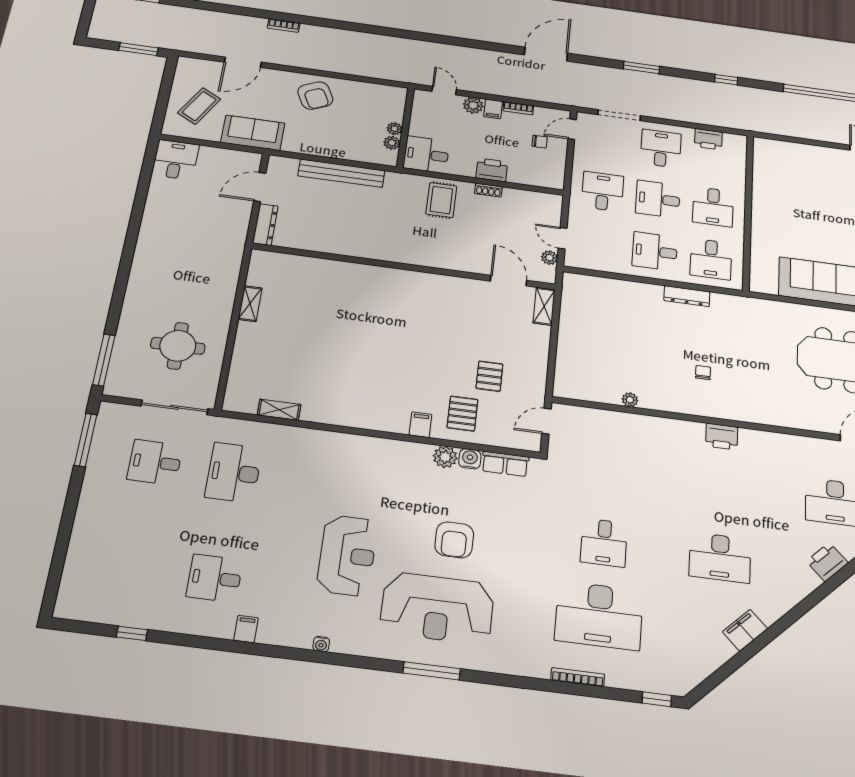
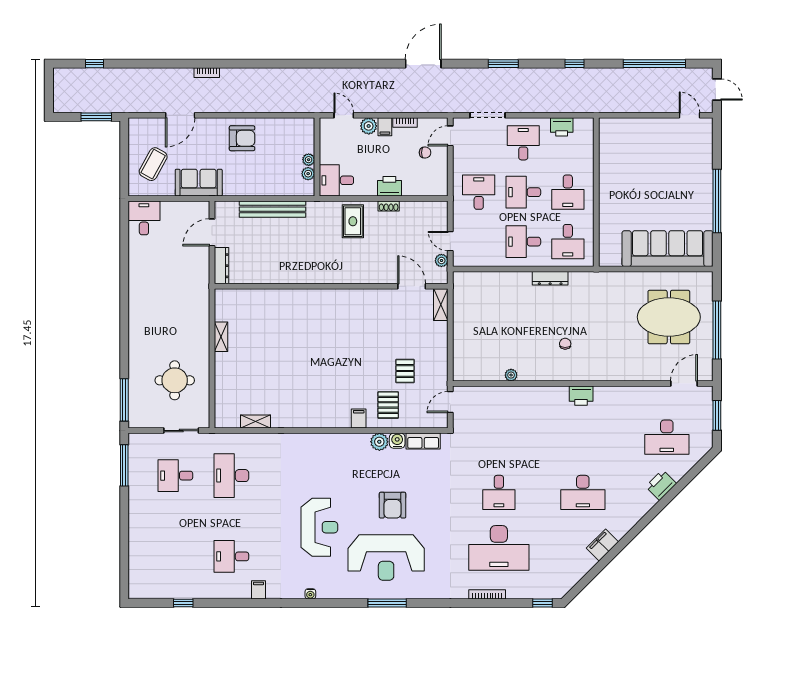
armchair: (315, 96) -> (242, 138), turned -64
sliding door: (174, 407) -> (181, 431), width x0.73

